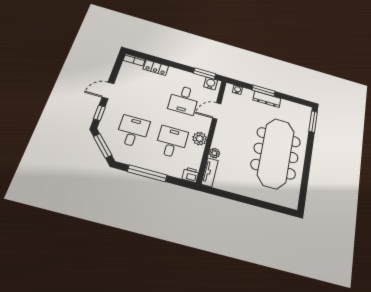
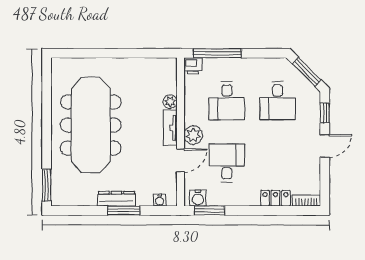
plant: (200, 139) -> (193, 135), moved
tv unit: (210, 172) -> (170, 128), moved
window: (147, 173) -> (217, 53), moved

